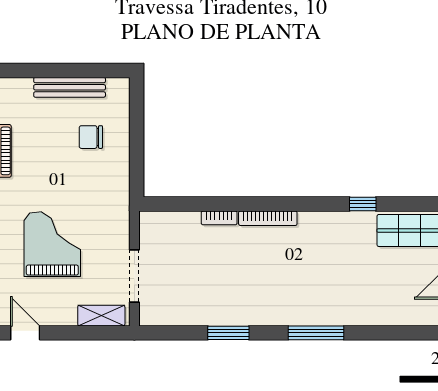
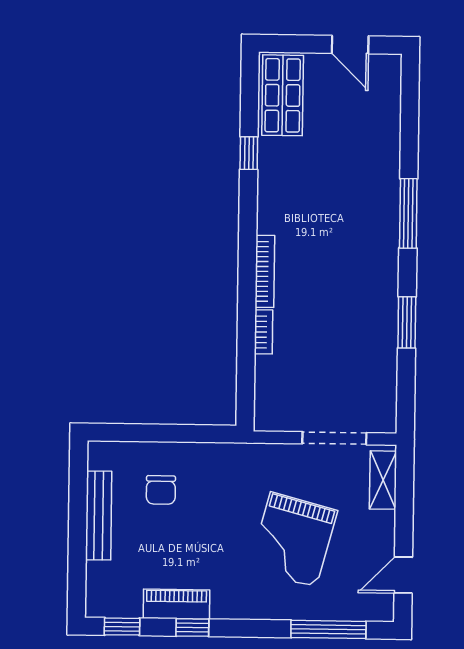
grand piano: (52, 244) -> (293, 540), turned -75

